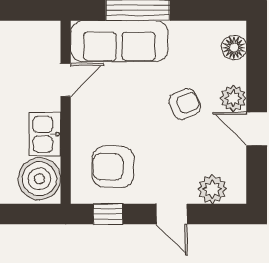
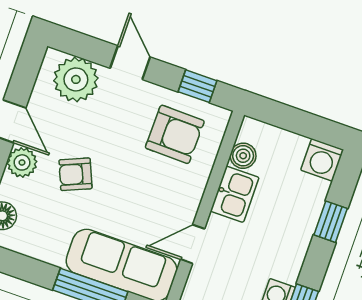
boiler: (39, 179) -> (243, 156), width x0.54, depth x0.54
plant: (212, 189) -> (76, 79), width x1.36, depth x1.36

